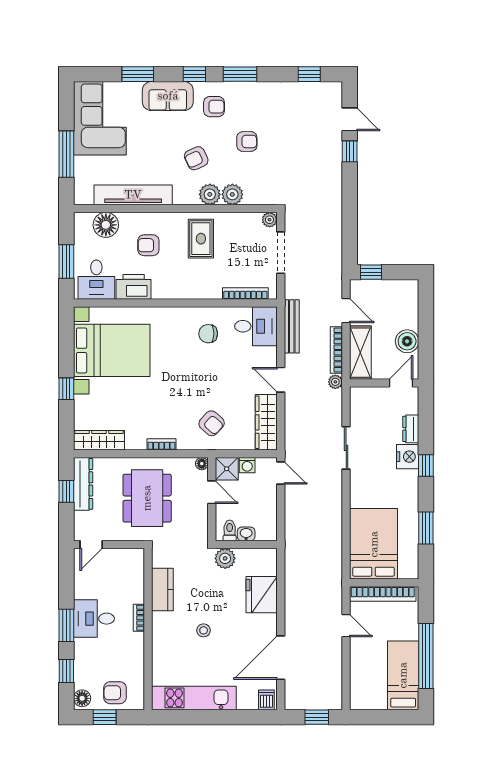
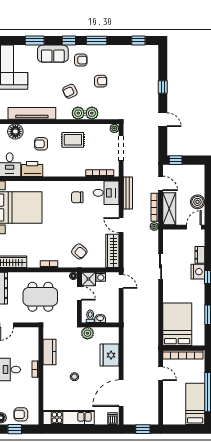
door: (350, 119) -> (163, 120), moved
rug: (201, 239) -> (73, 140), turned 90
dining table: (147, 498) -> (40, 297), turned 90

